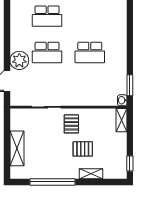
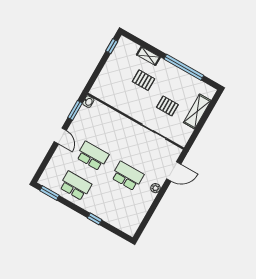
school desk: (47, 16) -> (75, 186), moved
door: (130, 54) -> (60, 136), added
plant: (19, 60) -> (155, 188), width x0.53, depth x0.53
shelving: (122, 120) -> (98, 86), removed
pallet: (71, 124) -> (167, 106), moved, turned 90

